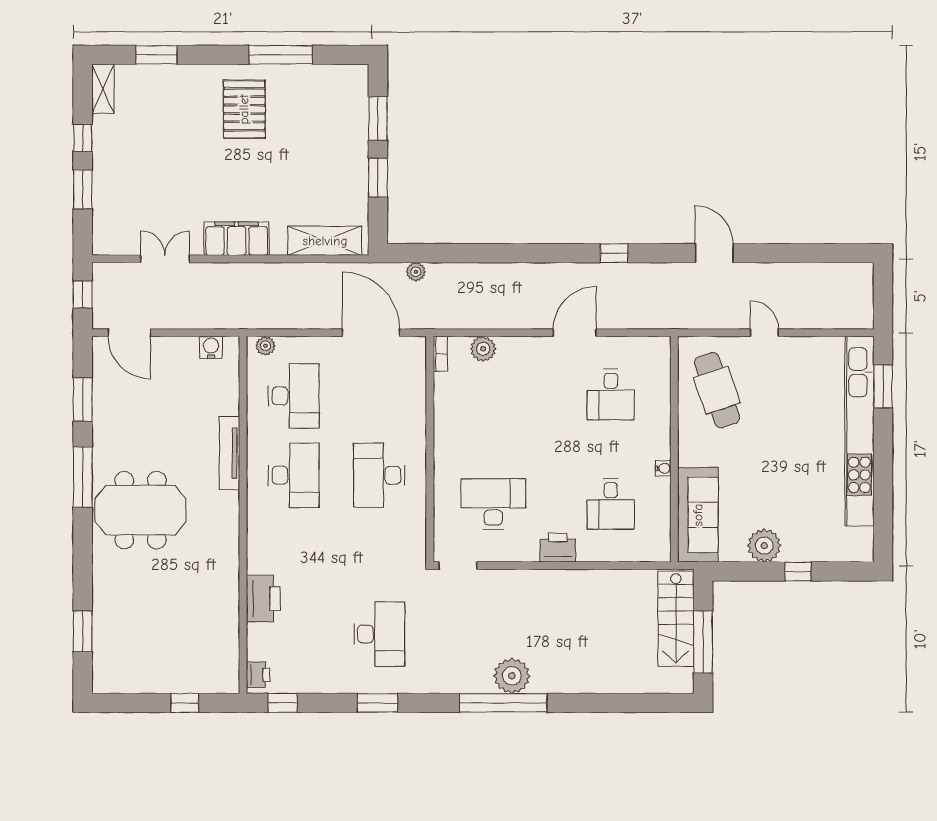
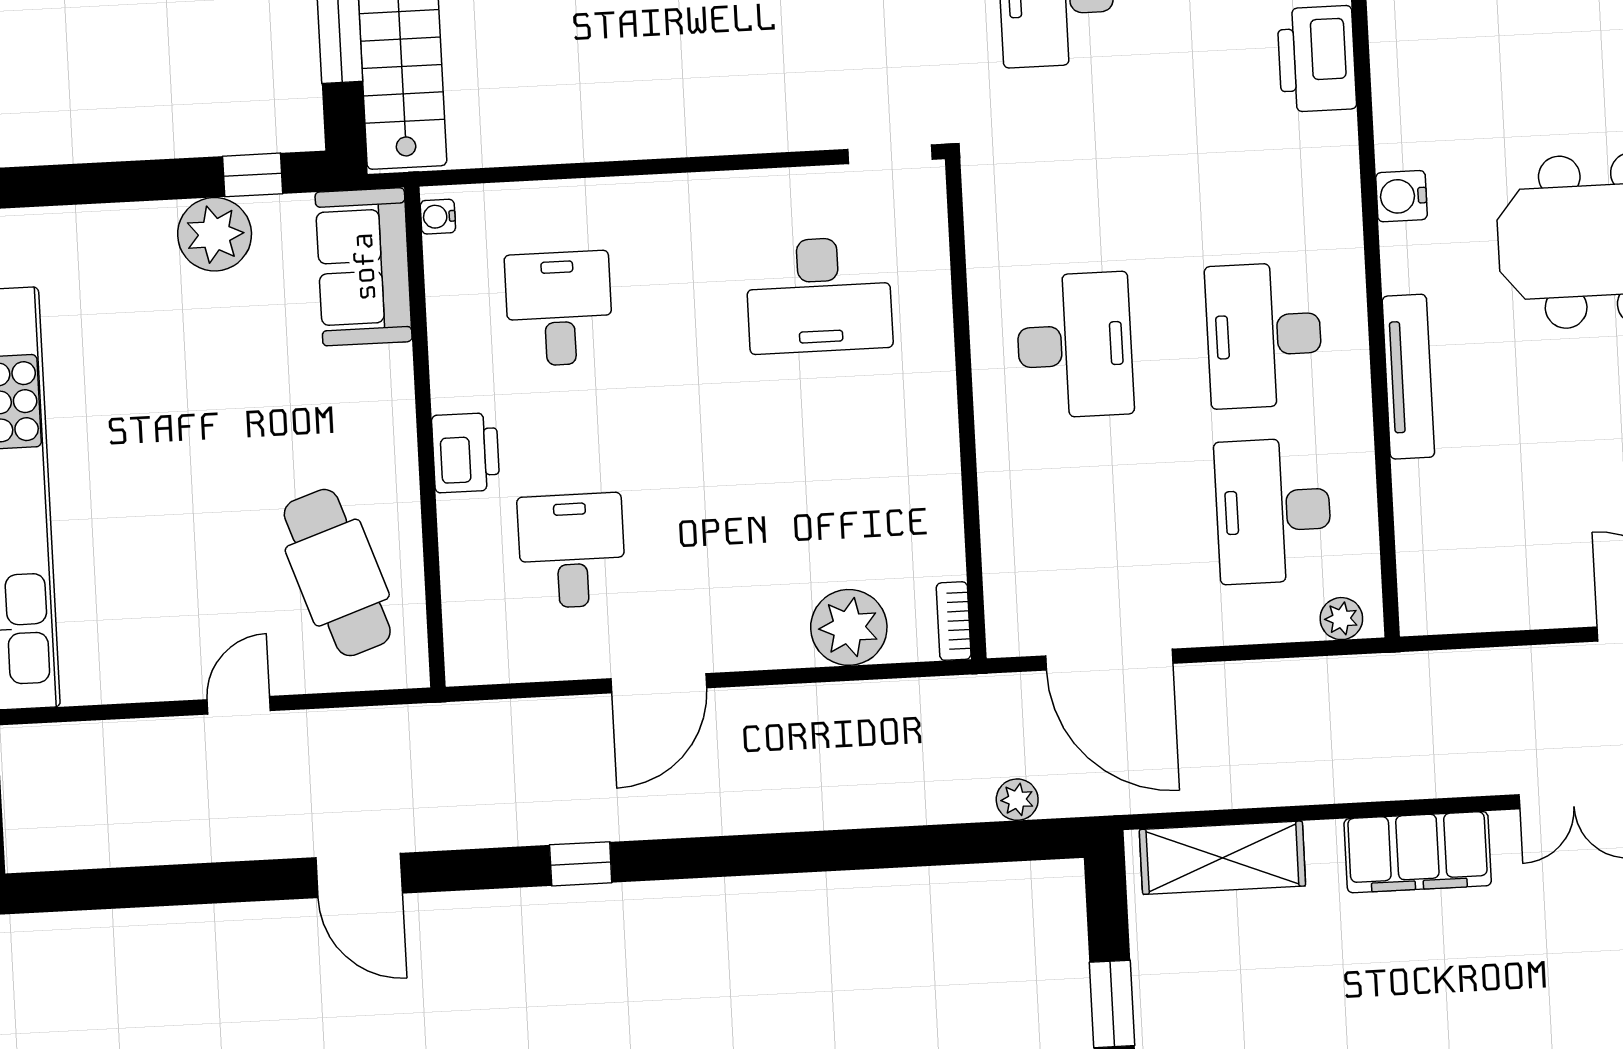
door: (764, 333) -> (239, 705), swing flipped
water cooler: (211, 347) -> (1401, 196), moved, turned 90
plant: (483, 349) -> (849, 627), width x1.36, depth x1.36
water cooler: (663, 468) -> (438, 217), moved
sofa: (698, 515) -> (364, 267), width x0.73
printer: (558, 548) -> (466, 453), moved, turned -90
window: (798, 571) -> (253, 175), moved

